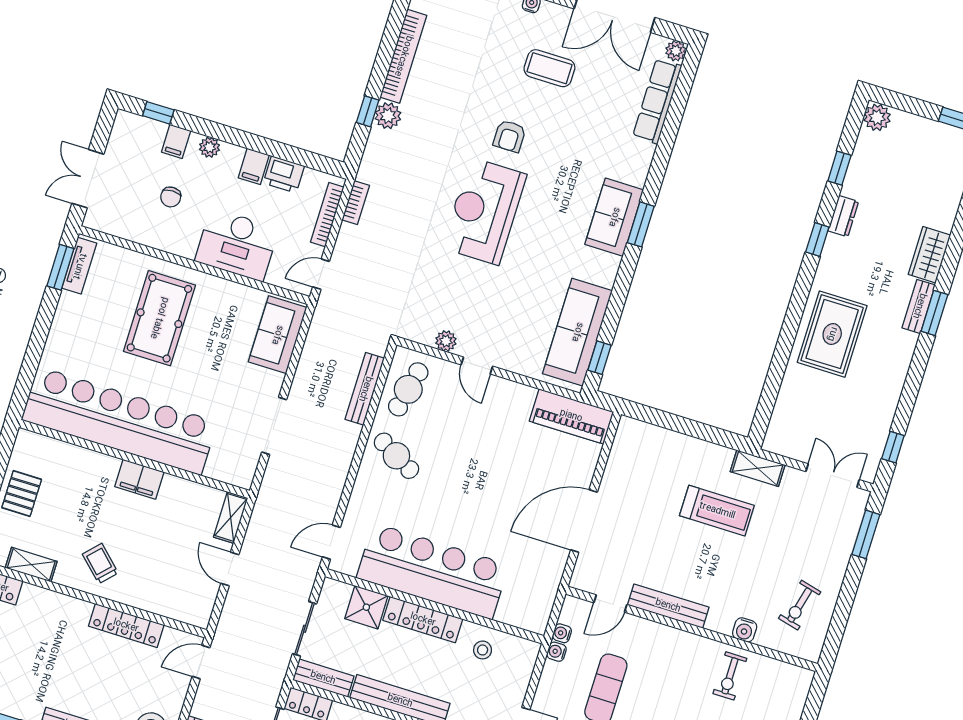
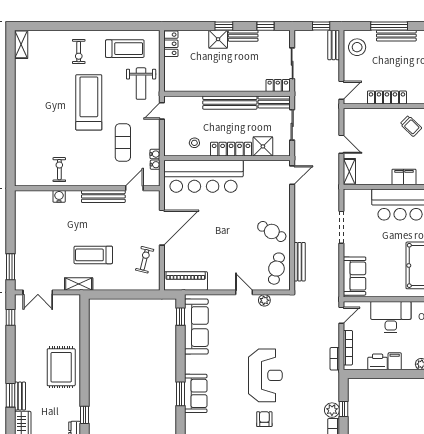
bar counter: (433, 571) -> (203, 176), moved
exercise bike: (800, 605) -> (145, 260), moved

